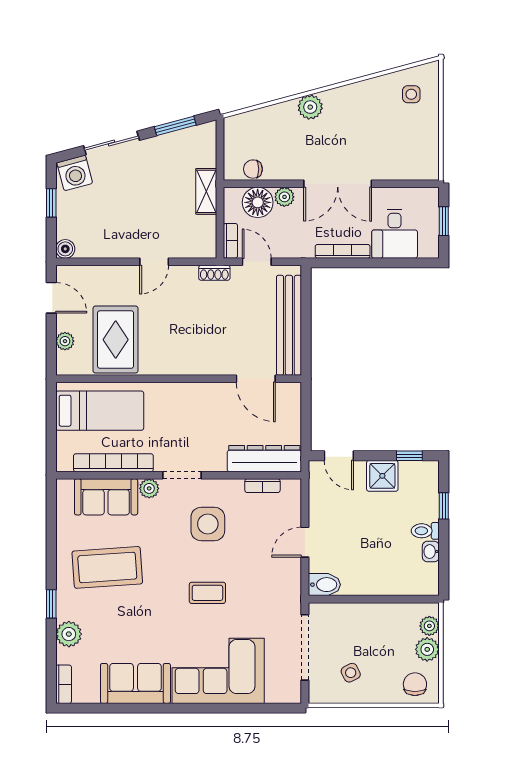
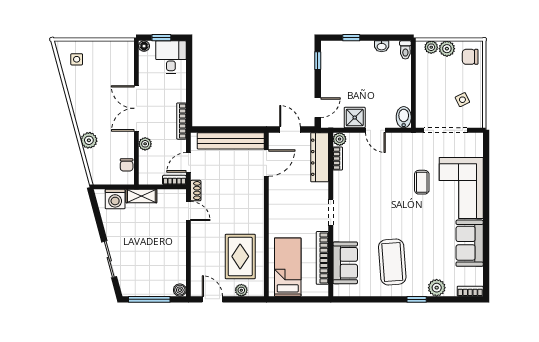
plant: (310, 107) -> (89, 140), moved
window: (175, 126) -> (98, 217), removed
washing machine: (75, 173) -> (115, 199), moved, turned 105
double door: (338, 184) -> (136, 108), swing flipped
floor lamp: (258, 202) -> (144, 46), moved, width x0.53, depth x0.53
window: (51, 203) -> (149, 299), width x2.17
desk: (395, 234) -> (171, 57), moved, turned -90
bookcase: (343, 251) -> (181, 121), moved
door: (154, 262) -> (188, 211), moved
door: (51, 298) -> (212, 299), hinge flipped
rug: (116, 340) -> (240, 256), turned 90
door: (306, 414) -> (290, 129), added
shower: (382, 476) -> (355, 118), moved
plant: (149, 488) -> (340, 139), moved
side table: (208, 524) -> (363, 195), removed
toilet: (425, 531) -> (405, 50), moved
coffee table: (207, 593) -> (422, 182), moved

